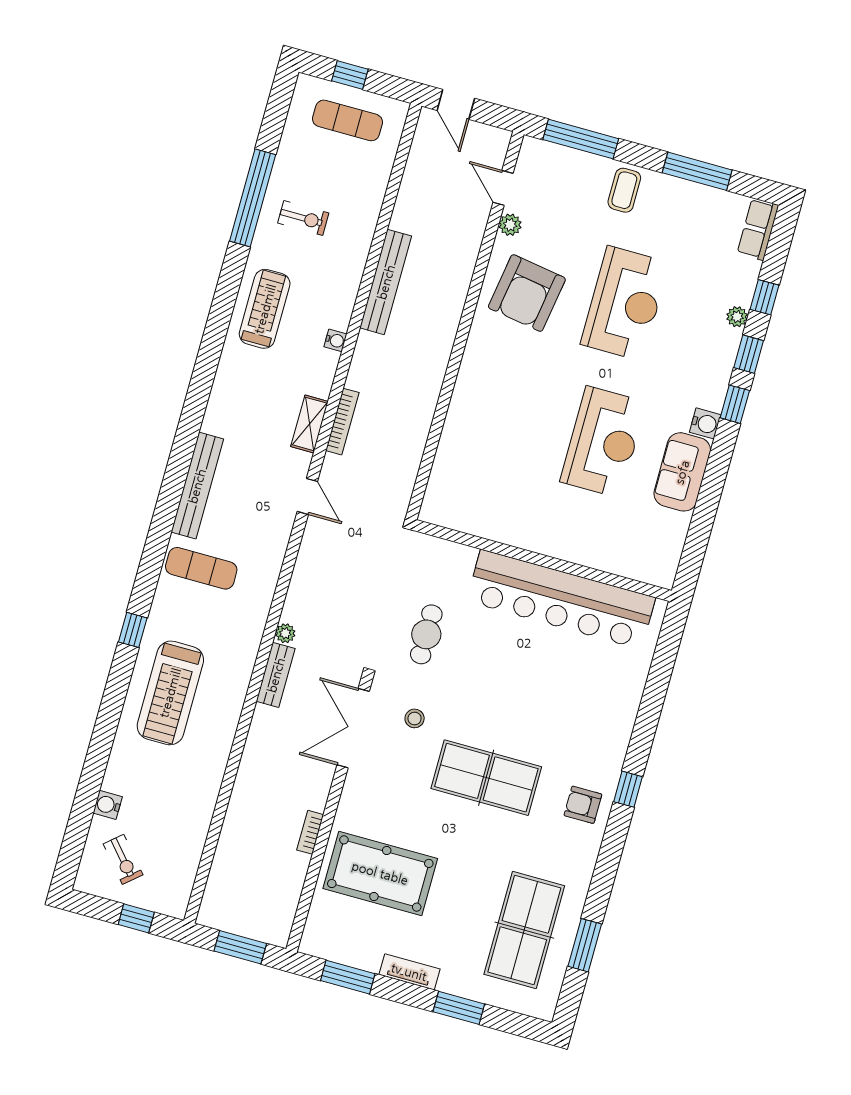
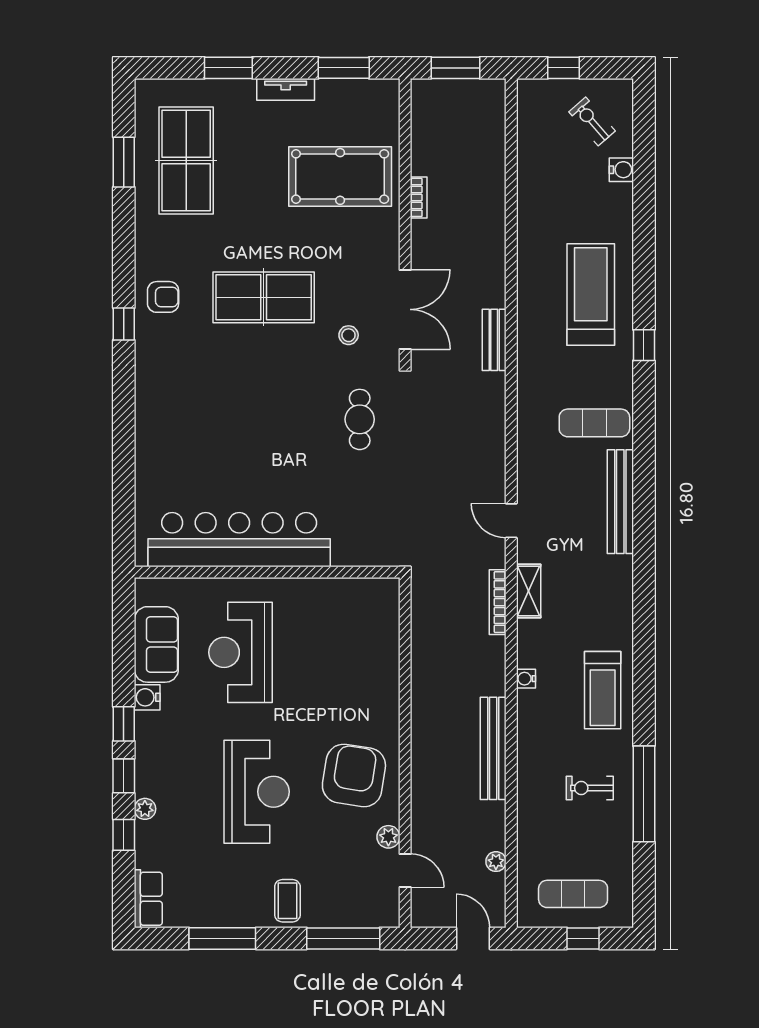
reception desk: (625, 303) -> (257, 792), turned 180
wall: (543, 561) -> (267, 572), moved
bar counter: (561, 599) -> (239, 540), moved
plant: (285, 633) -> (496, 862), moved

